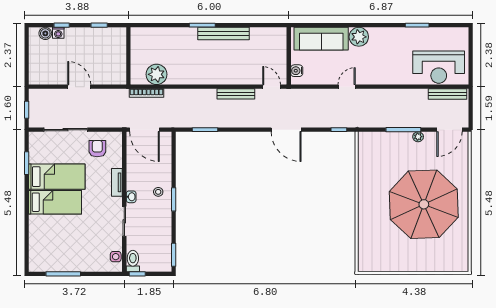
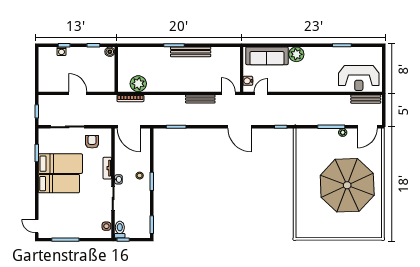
boiler: (45, 33) -> (110, 52), moved
door: (347, 87) -> (261, 93), moved
door: (27, 257) -> (37, 226), added

